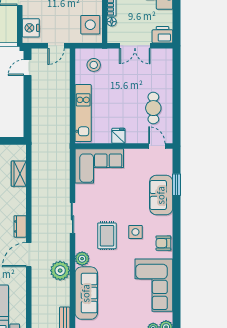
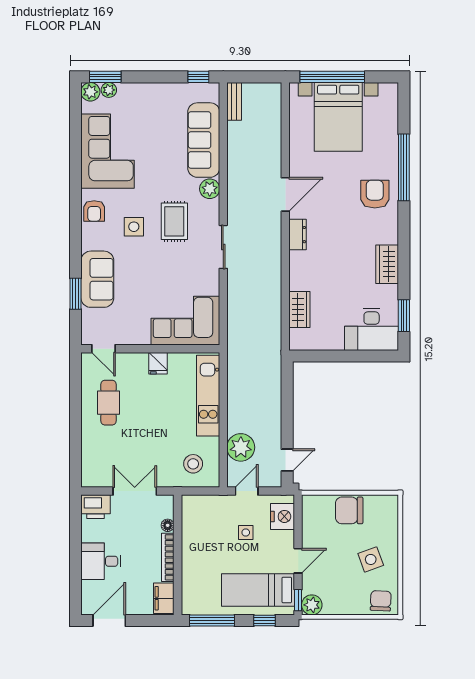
side table: (90, 25) -> (246, 533), moved, width x0.54, depth x0.54
armchair: (163, 243) -> (94, 211), turned 90
plant: (60, 271) -> (241, 447), moved

